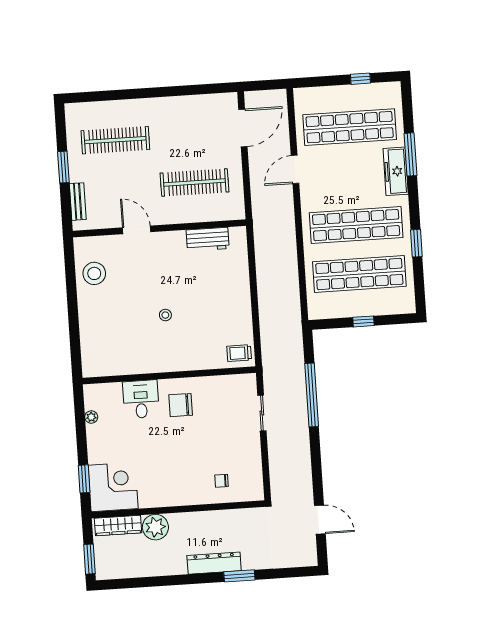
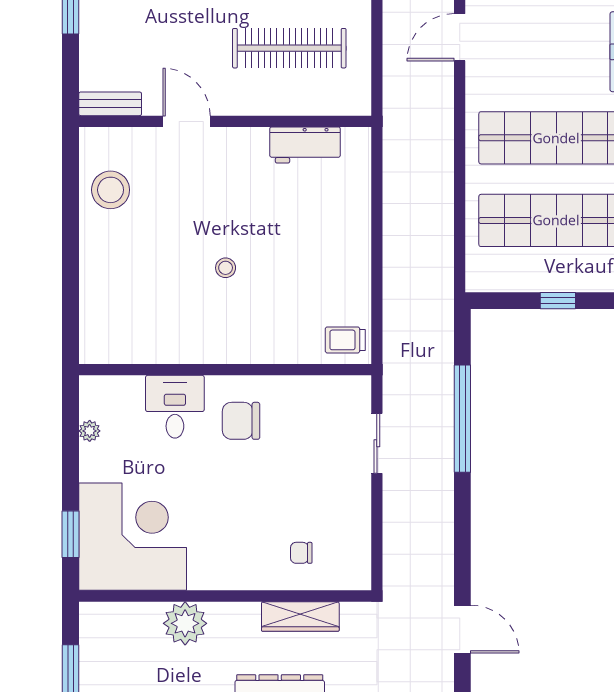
bench: (78, 202) -> (110, 104), moved, turned 90
corner desk: (113, 487) -> (133, 537), width x1.36, depth x1.36
wardrobe: (118, 526) -> (300, 617), moved

